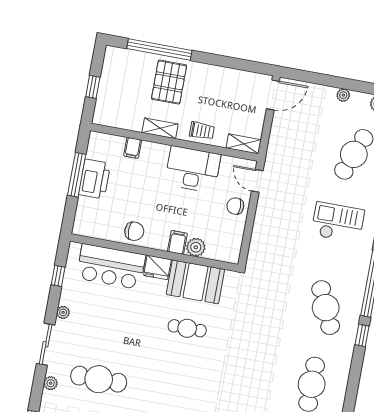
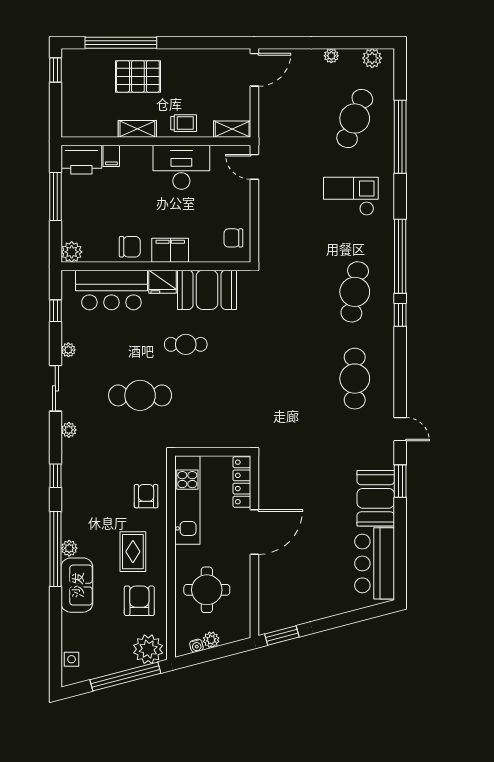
pallet: (169, 82) -> (138, 76), turned 90
window: (93, 87) -> (55, 70), moved
printer: (94, 179) -> (81, 160), moved, turned 90
chair: (235, 206) -> (233, 238), moved
filing cabinet: (177, 242) -> (170, 250), width x2.00
plant: (196, 247) -> (72, 252), moved
cafe table: (326, 308) -> (355, 292), turned 33
cafe table: (187, 328) -> (186, 344), moved
cafe table: (99, 379) -> (140, 395), moved

